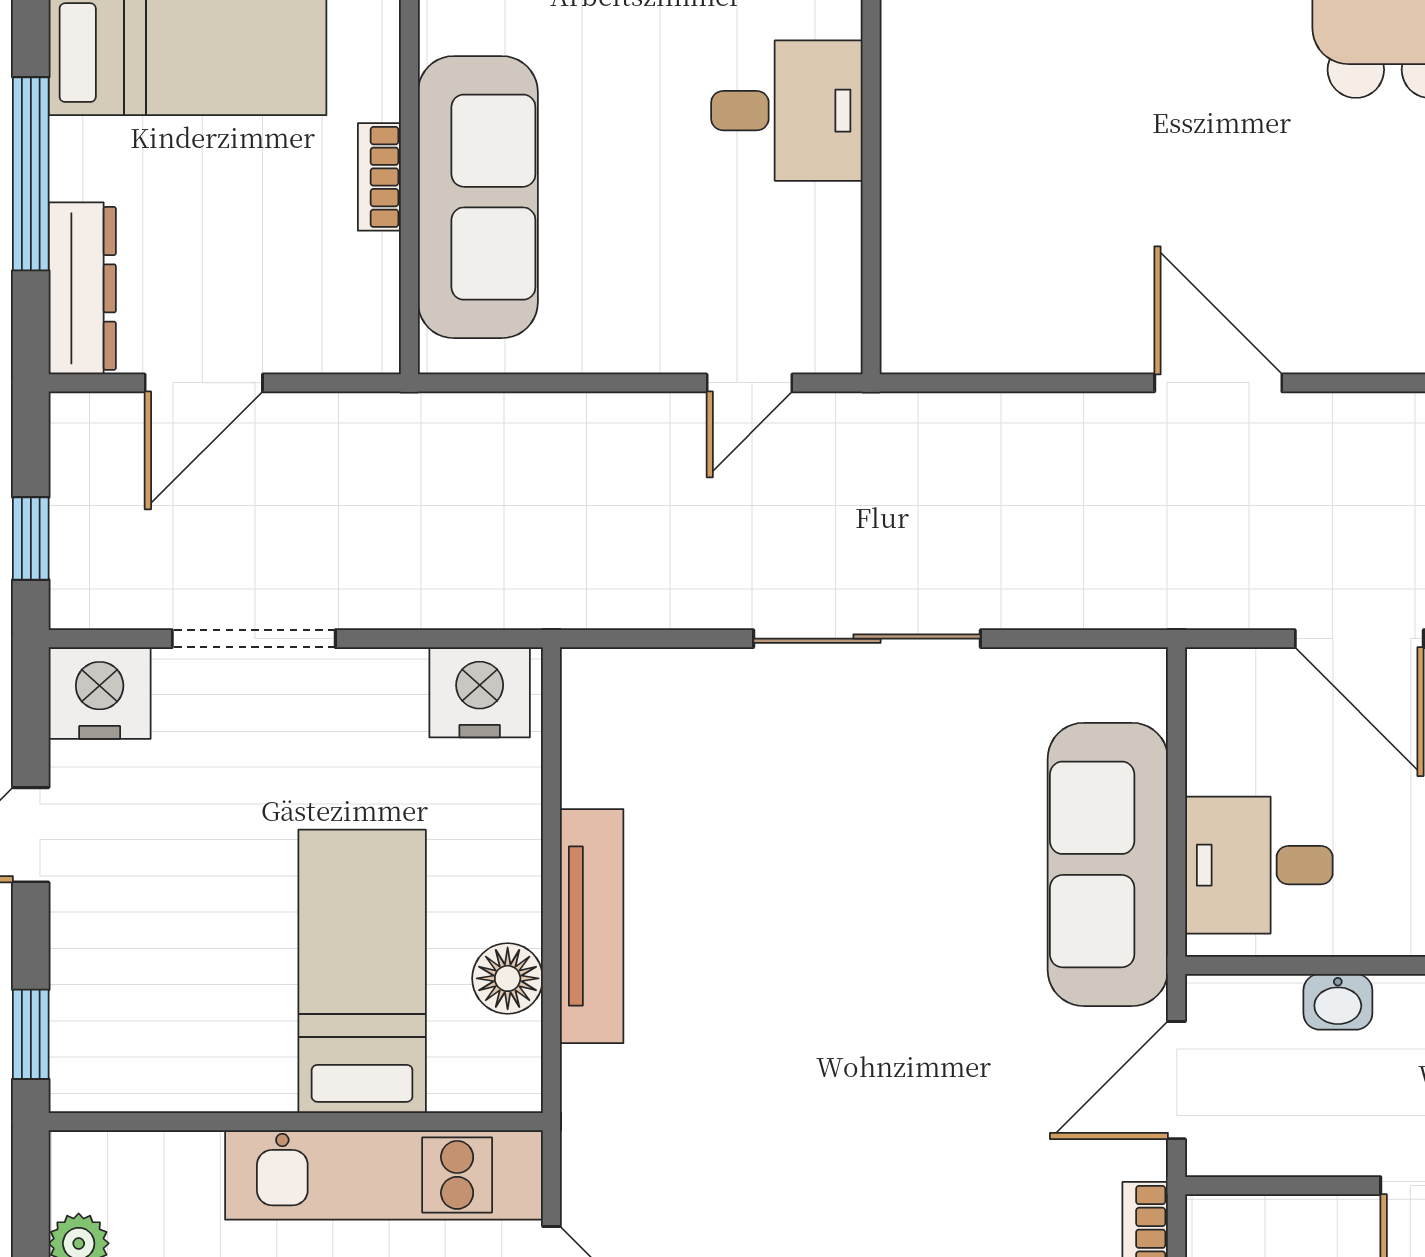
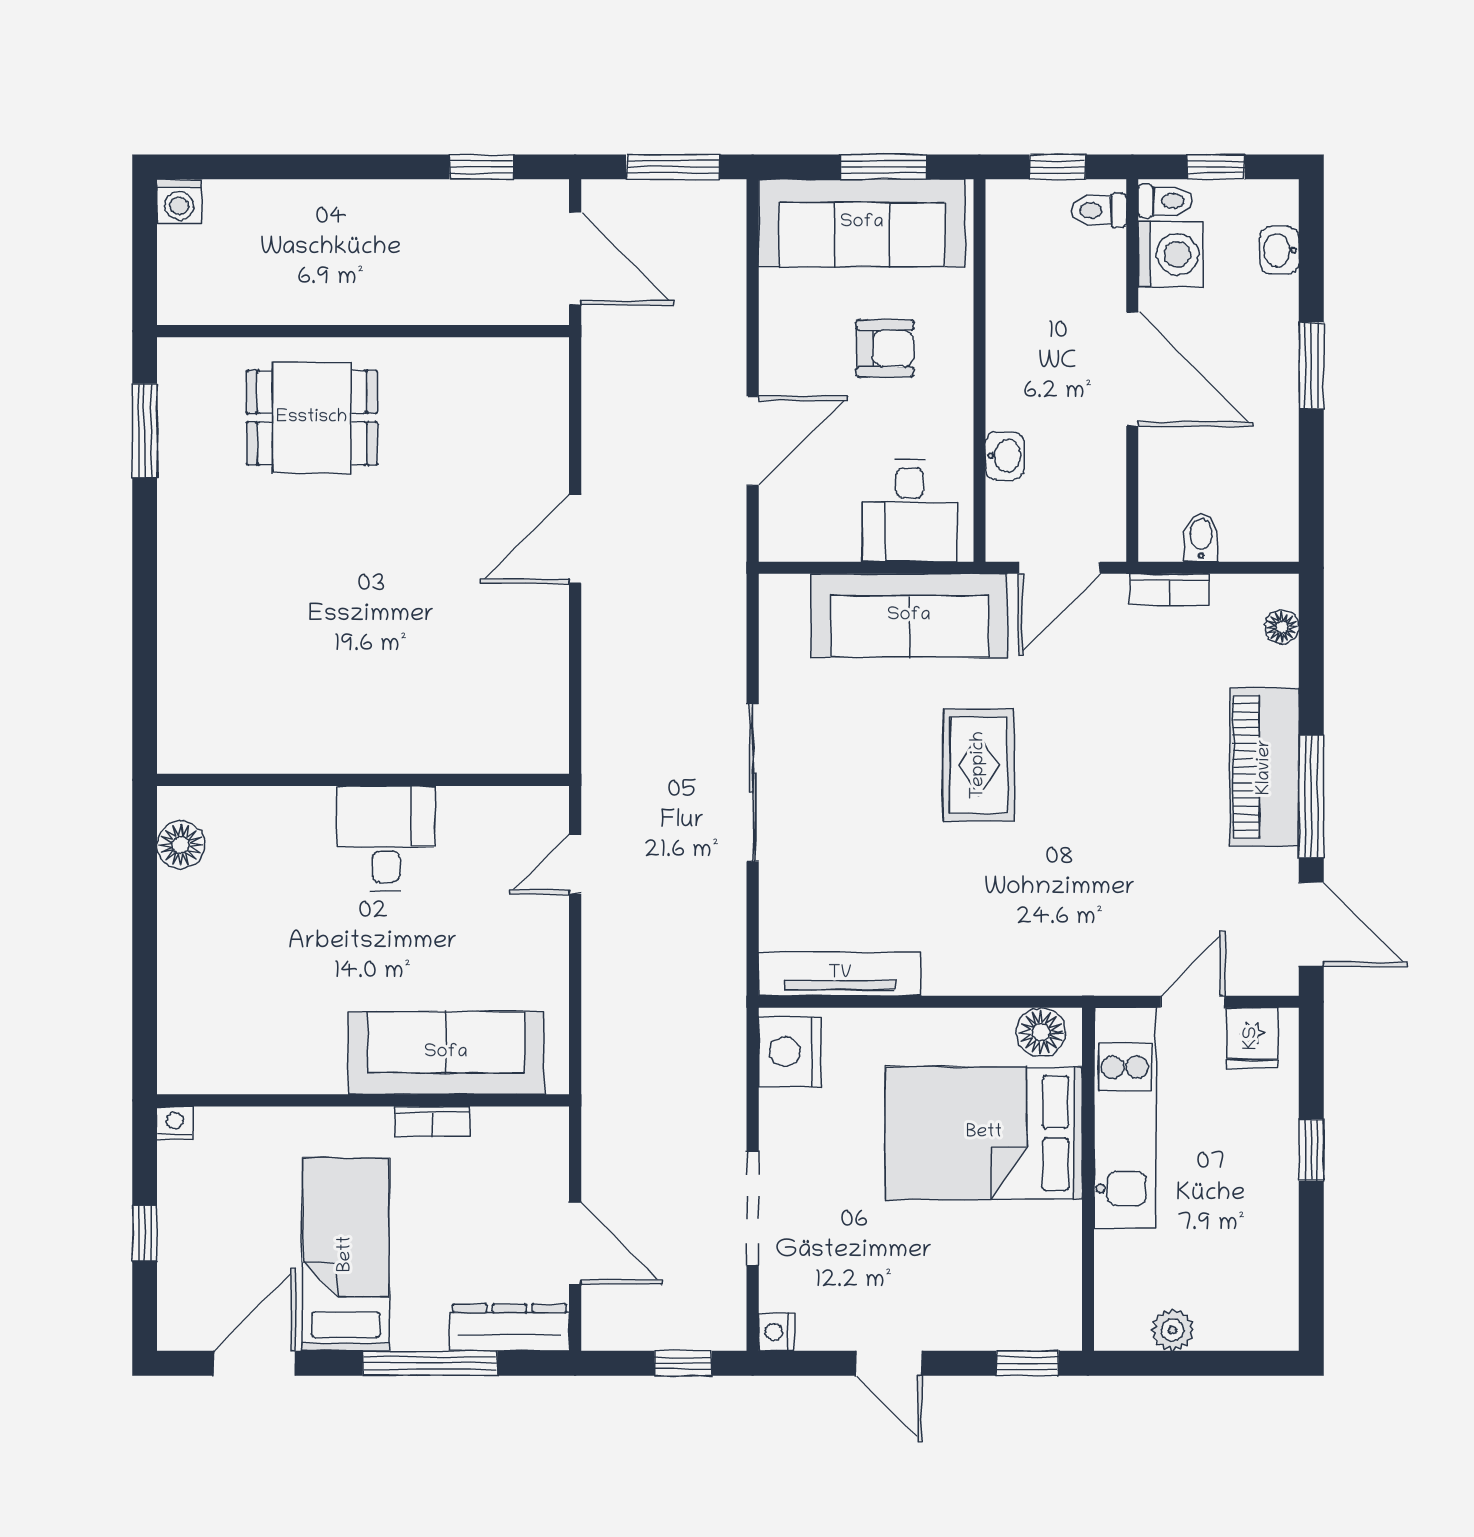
door: (749, 383) -> (575, 864), swing flipped
nightstand: (100, 693) -> (776, 1332), width x0.53, depth x0.56
tv unit: (592, 926) -> (840, 974), moved
rug: (892, 964) -> (979, 765), added
bed: (362, 971) -> (984, 1133), width x1.50
floor lamp: (508, 978) -> (1041, 1032), moved
door: (1177, 1080) -> (1059, 568), hinge flipped

